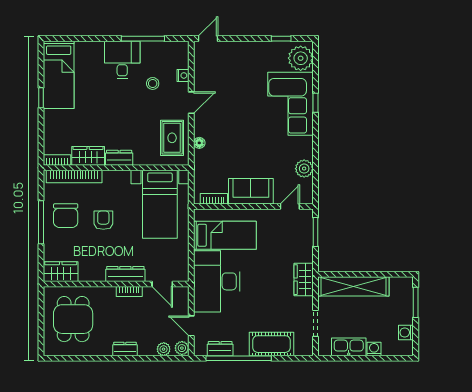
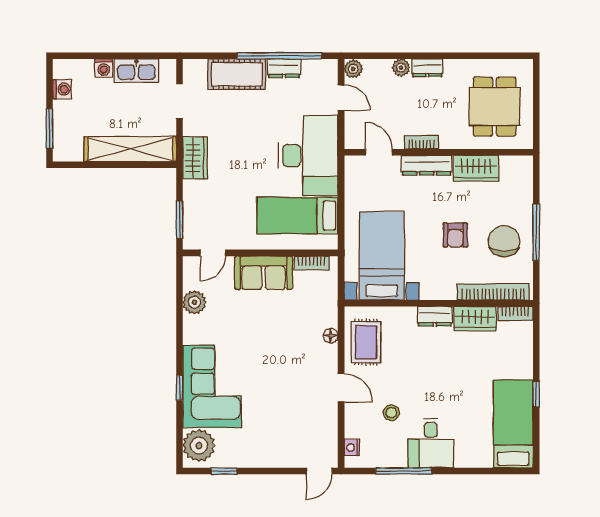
nightstand: (183, 75) -> (352, 447), moved
door: (191, 103) -> (341, 388), swing flipped
wardrobe: (61, 272) -> (476, 168), moved
plant: (164, 349) -> (401, 68), moved
dresser: (220, 349) -> (284, 68), moved

